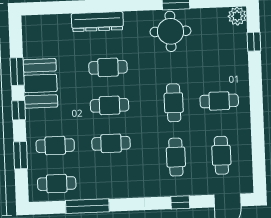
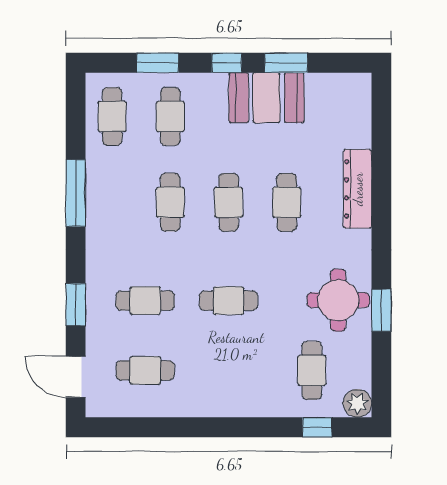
cafe table: (219, 101) -> (312, 370), moved
window: (180, 202) -> (76, 305), width x1.50
window: (87, 206) -> (76, 193), moved

